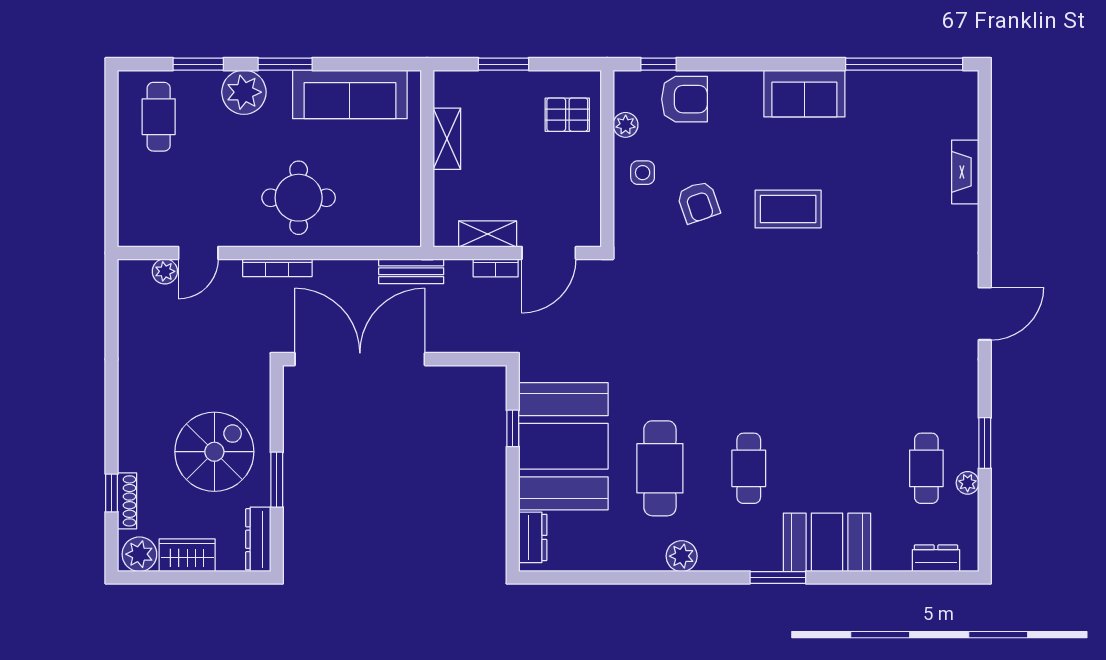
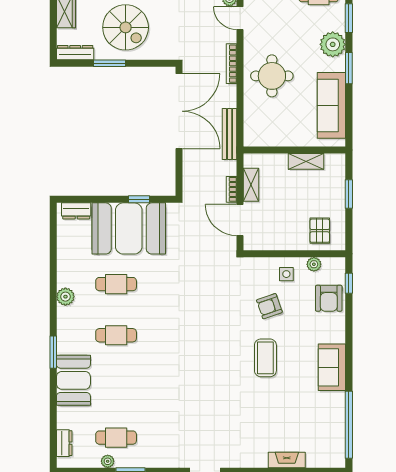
bench: (411, 271) -> (230, 134), width x1.36
cafe table: (660, 468) -> (116, 284), width x0.73, depth x0.74

